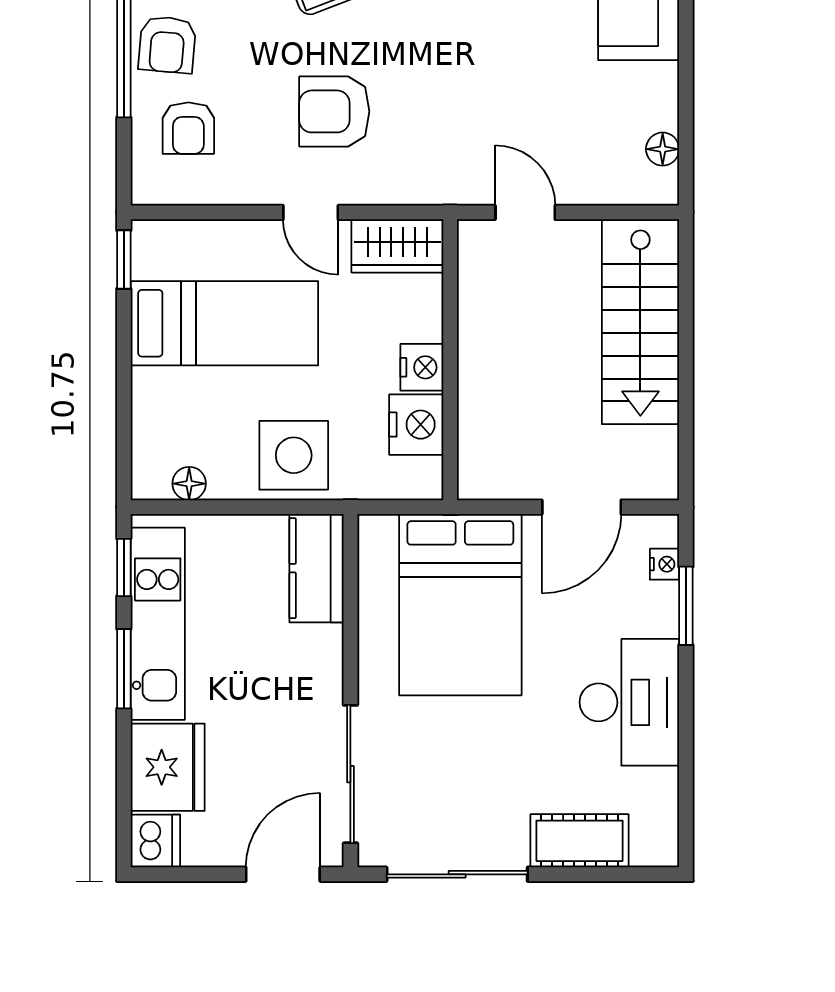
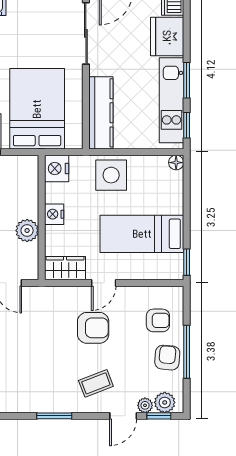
armchair: (188, 128) -> (158, 320), turned 90
door: (311, 212) -> (104, 283), swing flipped
plant: (483, 331) -> (27, 231), added
nightstand: (416, 425) -> (57, 169), moved
floor lamp: (189, 484) -> (176, 163), moved
kitchen counter: (317, 568) -> (101, 113), width x1.50

